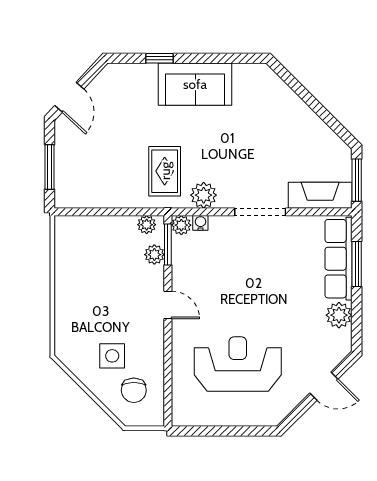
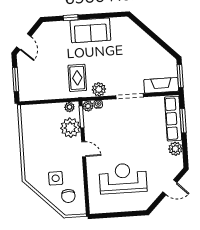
plant: (154, 255) -> (70, 128), width x1.87, depth x1.87

